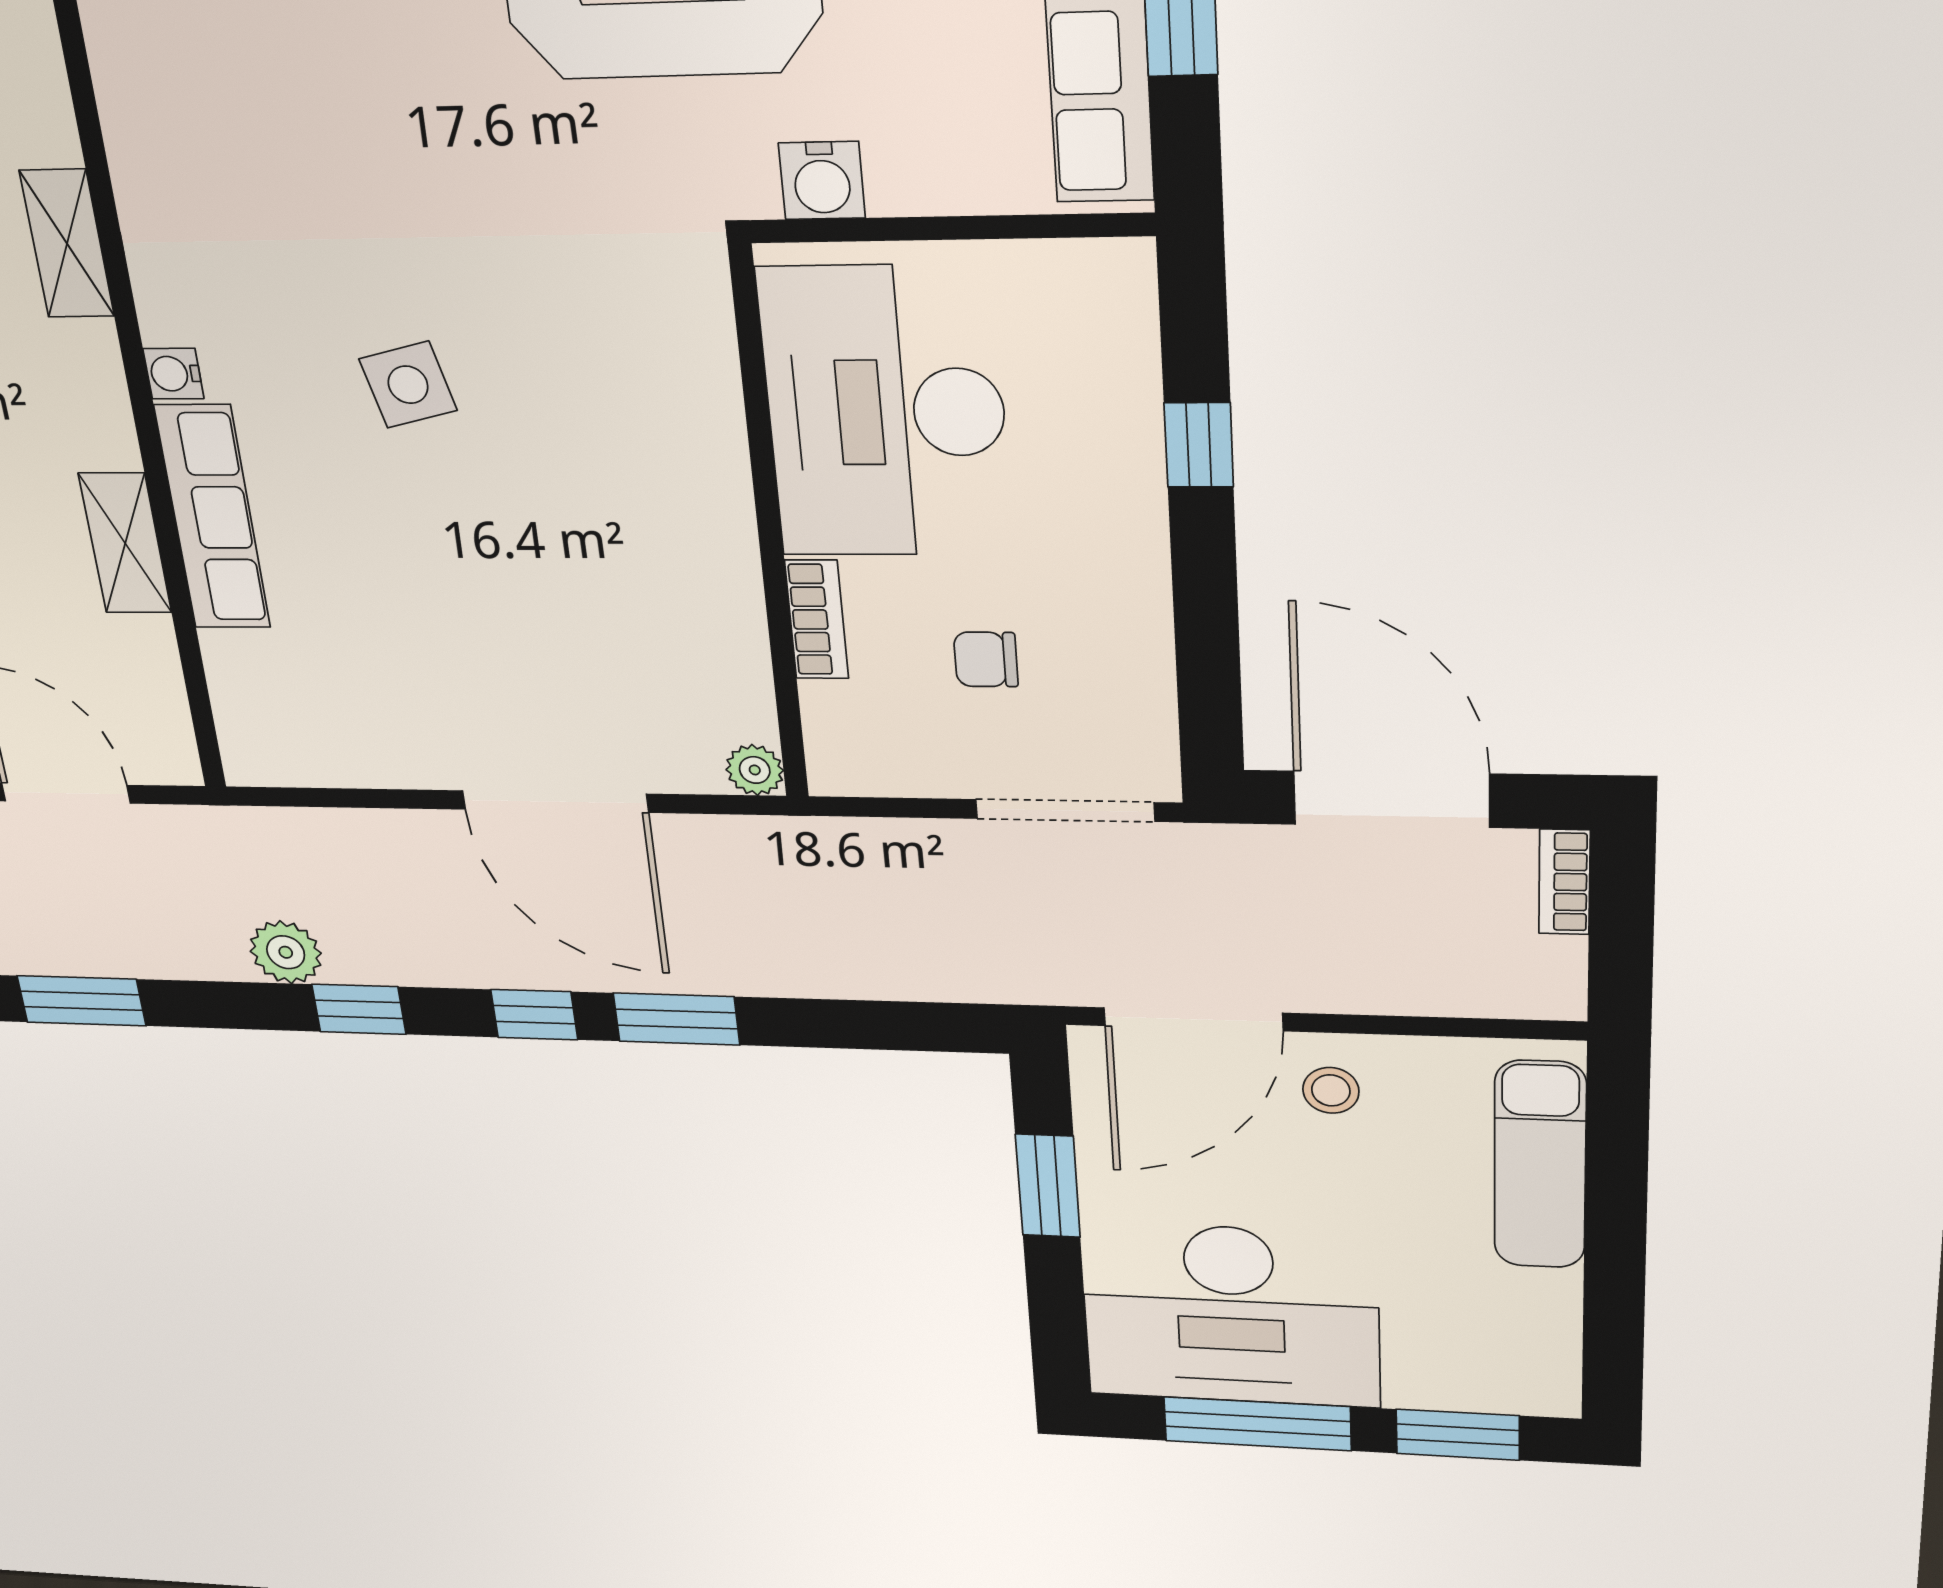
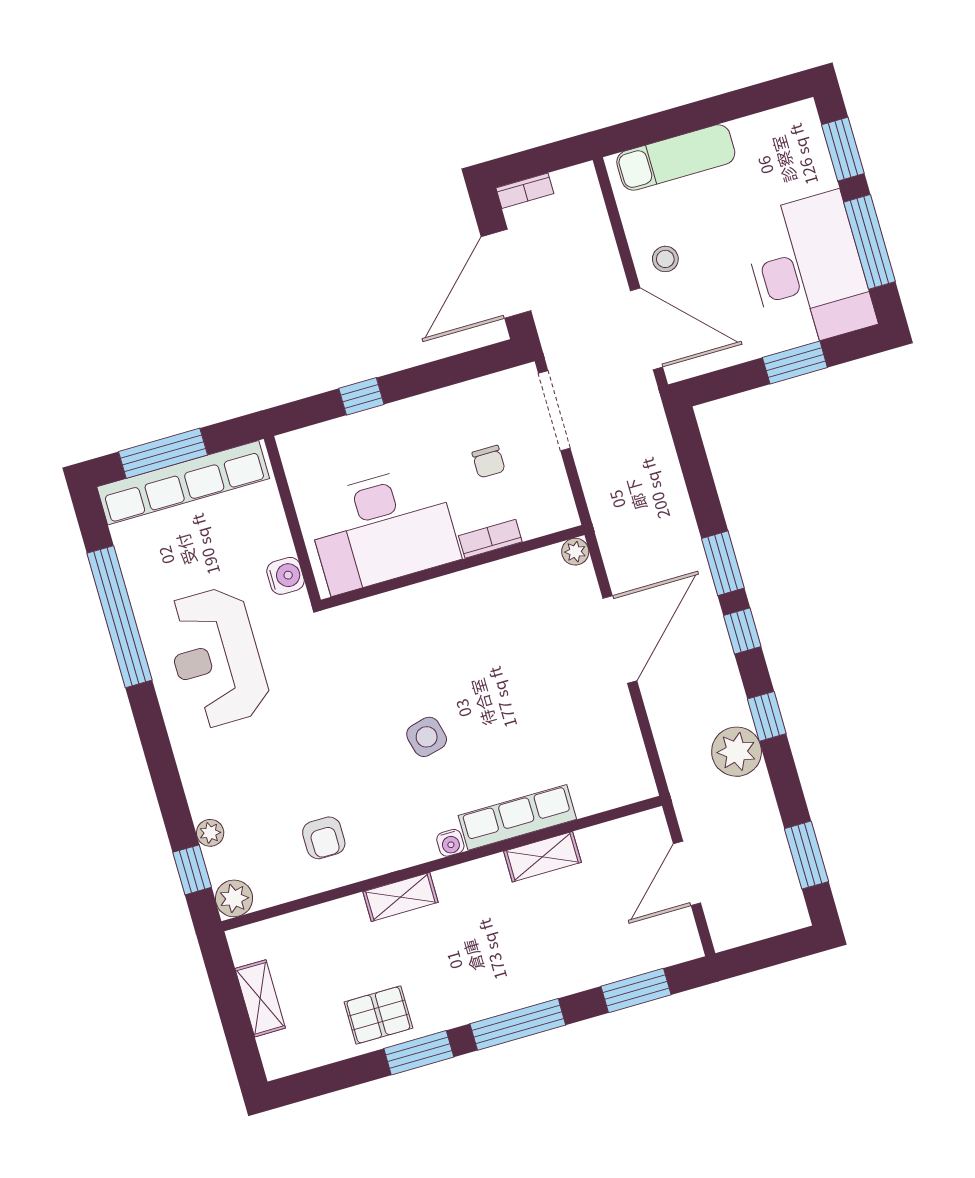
armchair: (213, 115) -> (324, 838), added
plant: (286, 952) -> (737, 752), width x1.36, depth x1.36
window: (1048, 1186) -> (795, 362), moved

